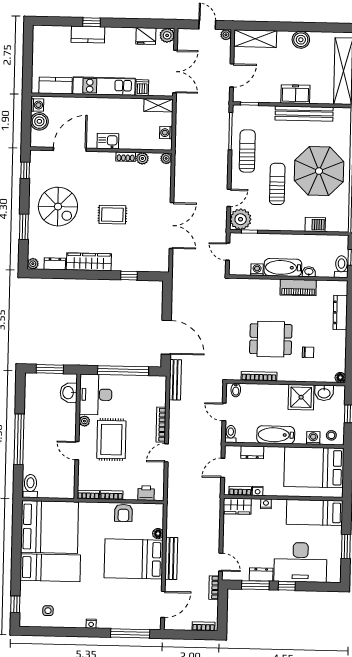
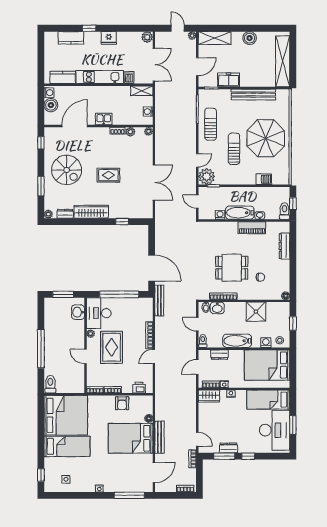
kitchen counter: (88, 35) -> (71, 38), moved
fridge: (146, 36) -> (109, 38), moved
freezer: (295, 94) -> (229, 80), moved
washbasin: (324, 393) -> (217, 308), moved
desk: (300, 562) -> (275, 430), moved, turned -90

